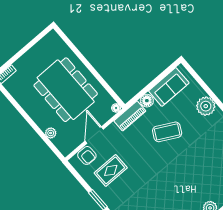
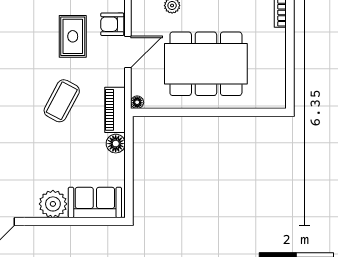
sofa: (169, 87) -> (95, 202), moved, turned 90
coffee table: (167, 132) -> (62, 101), moved
door: (94, 135) -> (128, 52), hinge flipped

